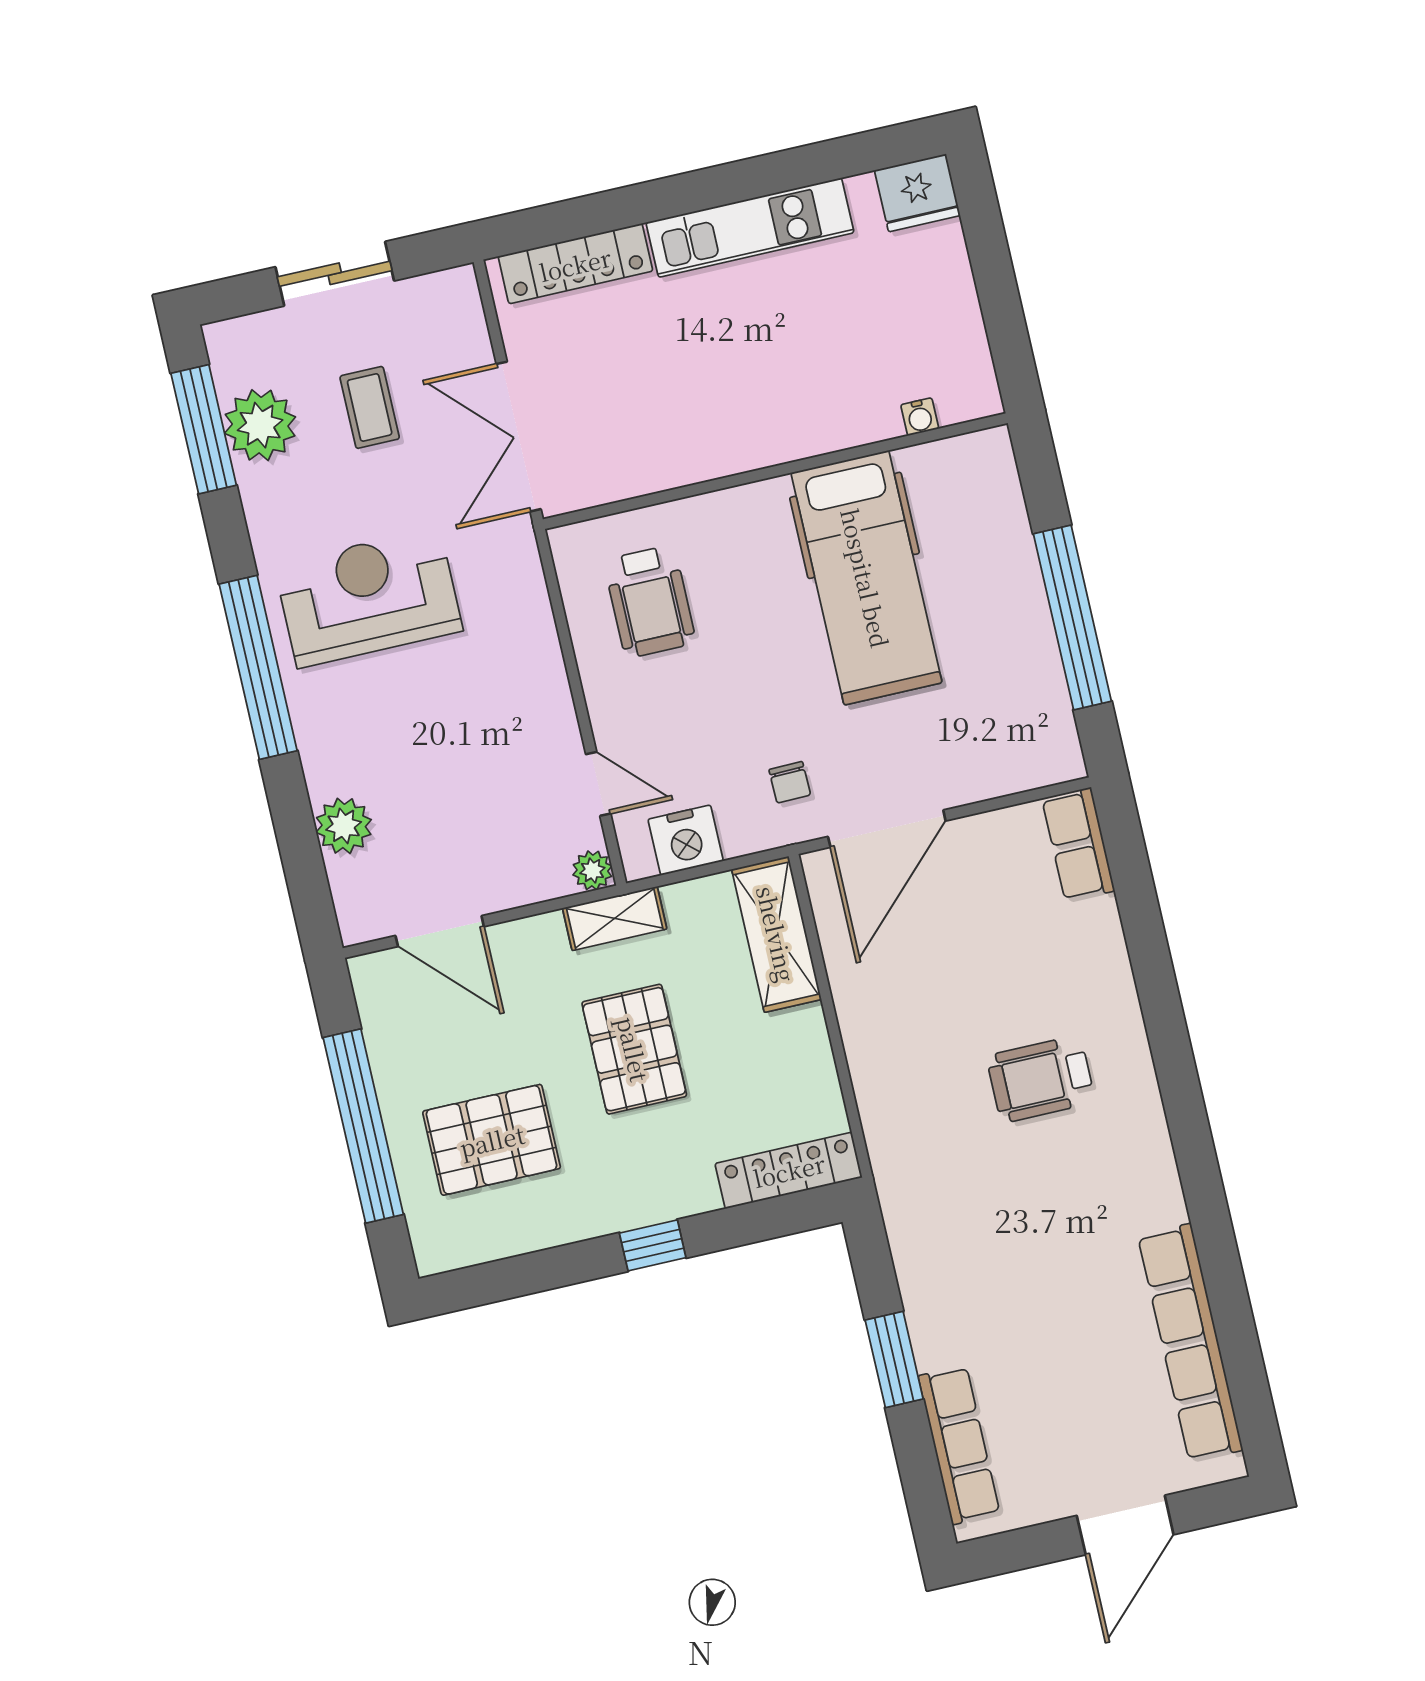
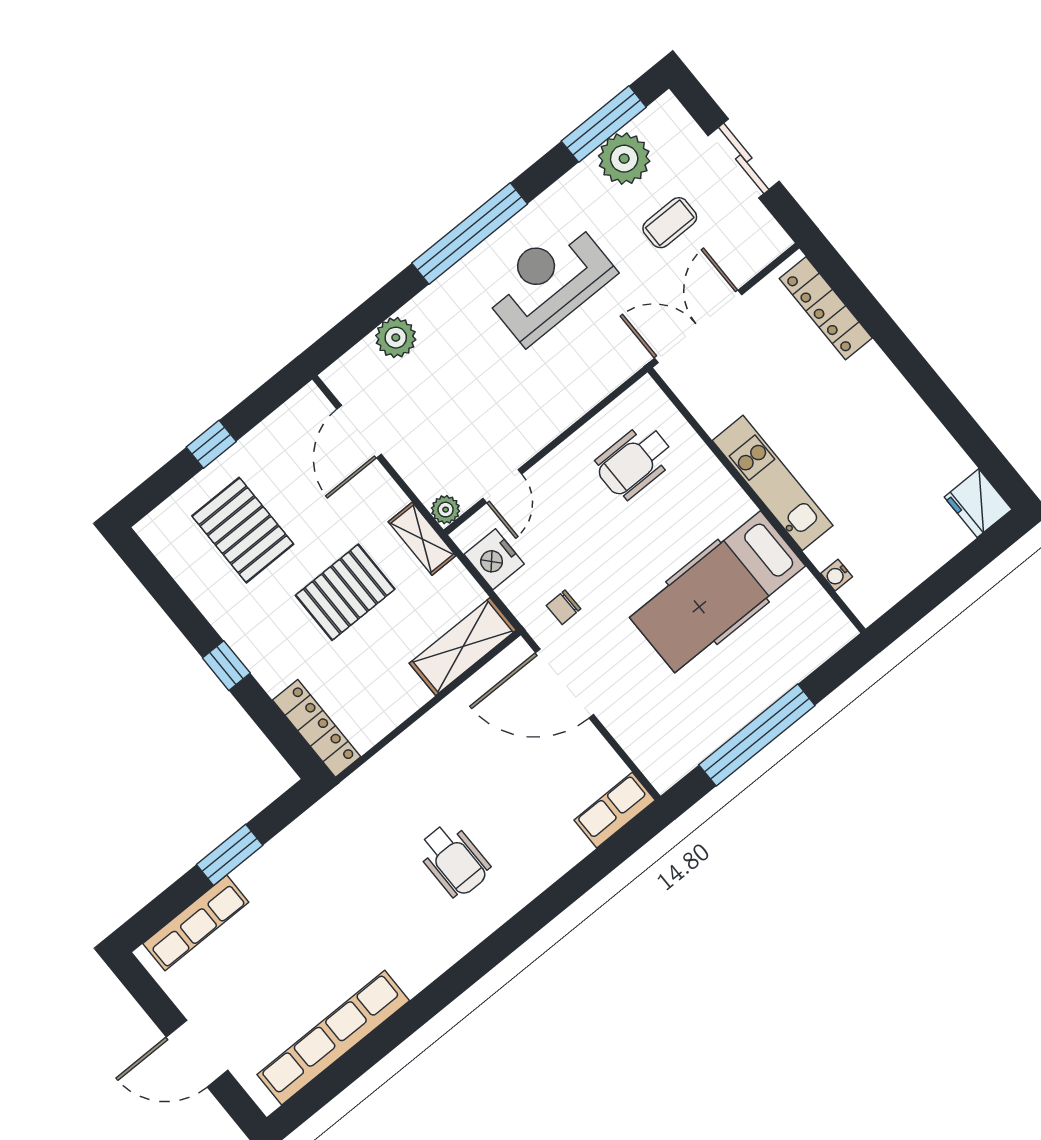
kitchen unit: (750, 228) -> (773, 483), moved, turned 180
reception desk: (368, 598) -> (549, 282), turned -90
wheelchair: (1041, 1079) -> (454, 860), turned 180
window: (363, 1126) -> (211, 444), width x0.32

